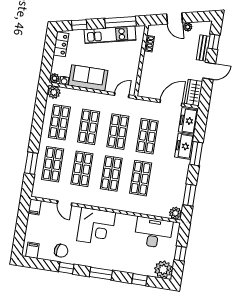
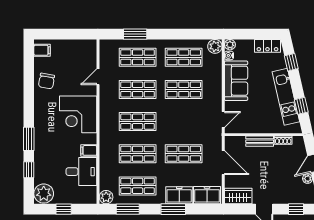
window: (120, 22) -> (301, 106), width x0.46
bench: (203, 48) -> (260, 141), moved
door: (122, 95) -> (223, 119), hinge flipped
door: (171, 103) -> (223, 163), moved
shop shelf: (118, 132) -> (138, 186), moved
filing cabinet: (35, 207) -> (89, 150), moved
desk: (153, 233) -> (81, 172), width x0.73
window: (66, 268) -> (29, 89), removed
window: (101, 274) -> (29, 139), moved

